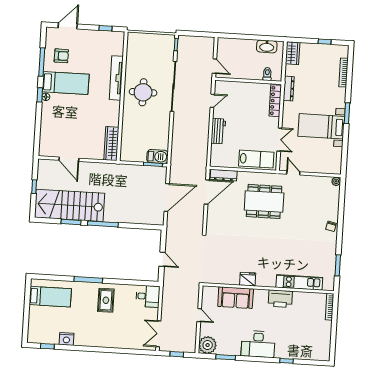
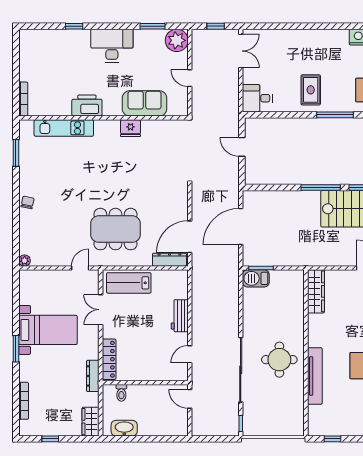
door: (293, 173) -> (80, 268), swing flipped

